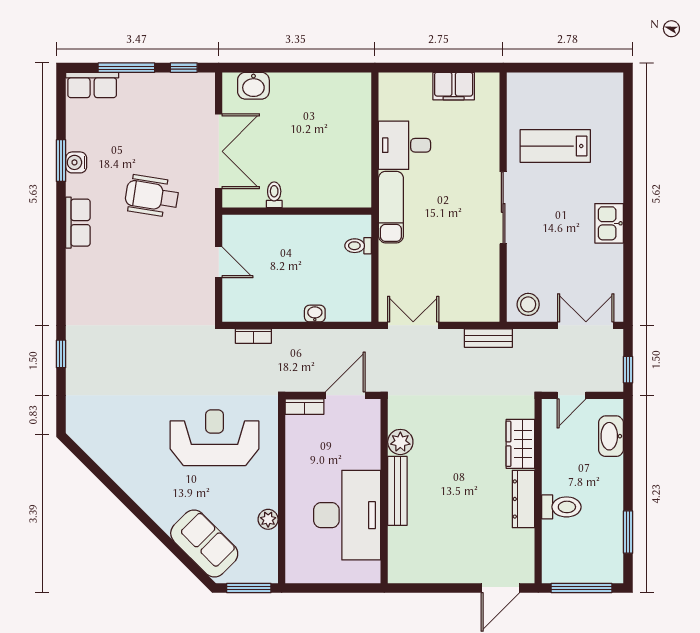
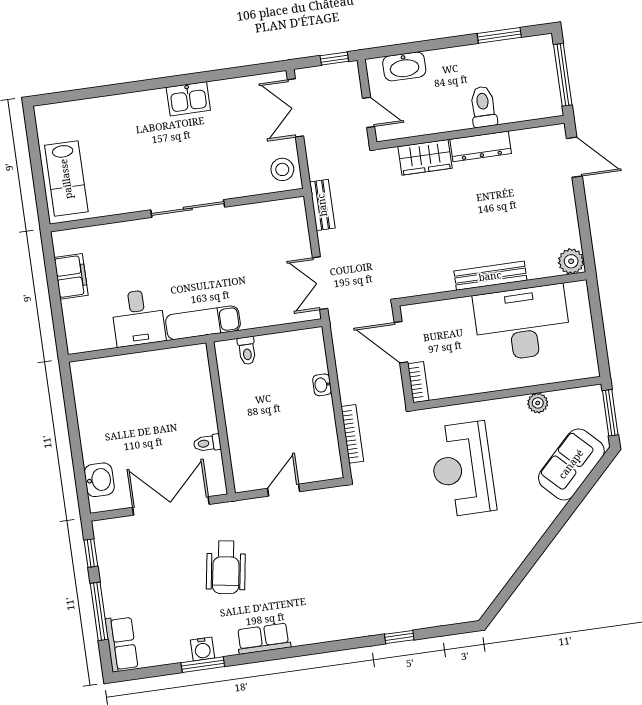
lab bench: (555, 146) -> (66, 179), moved
bookcase: (253, 336) -> (352, 434), width x1.56
plant: (400, 442) -> (571, 261), moved

